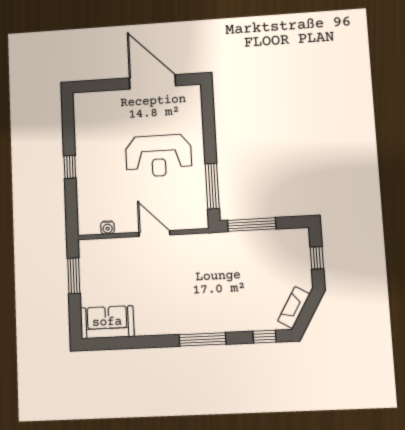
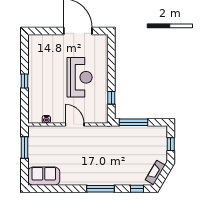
reception desk: (159, 156) -> (80, 77), turned -90
window: (212, 186) -> (111, 98), width x0.46

